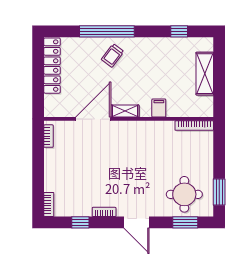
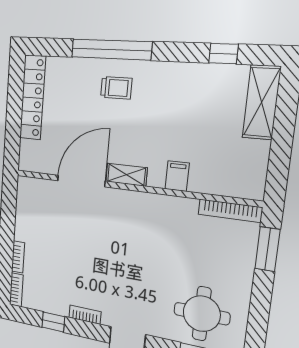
trolley: (113, 55) -> (116, 88), turned -127
shelving: (205, 74) -> (261, 102), moved
bookcase: (48, 136) -> (18, 257), moved
window: (219, 192) -> (267, 249), moved

